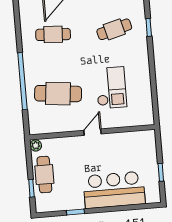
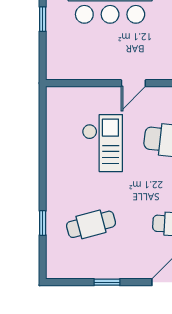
checkout: (111, 88) -> (102, 143), turned 180

